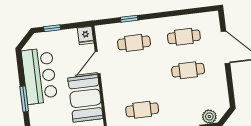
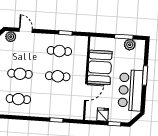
fridge: (86, 35) -> (103, 115), moved
cafe table: (134, 43) -> (58, 76), moved

